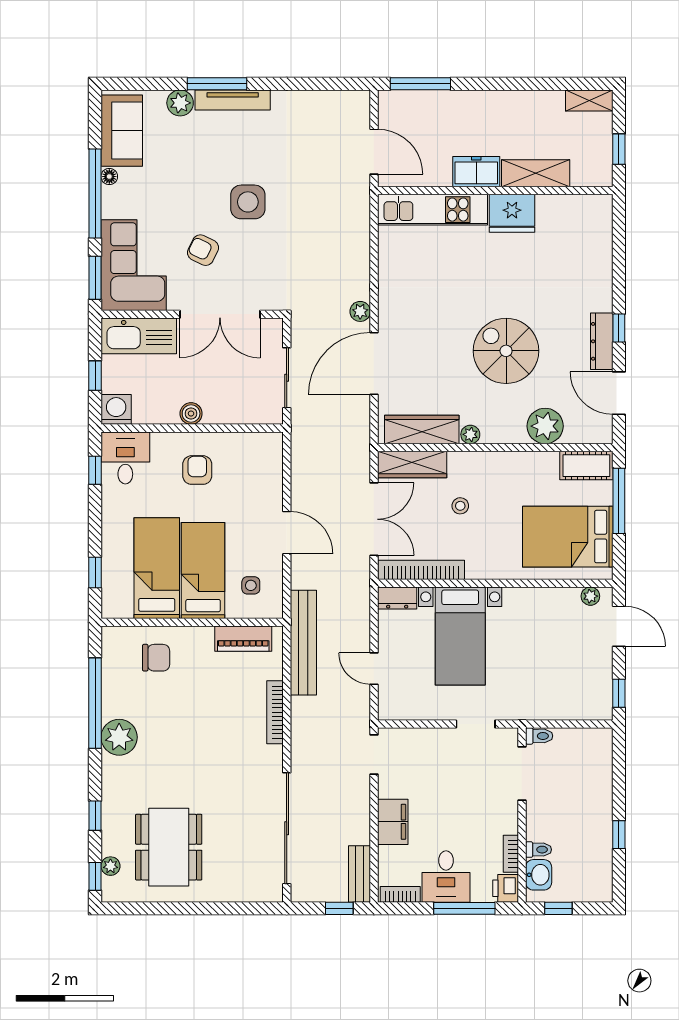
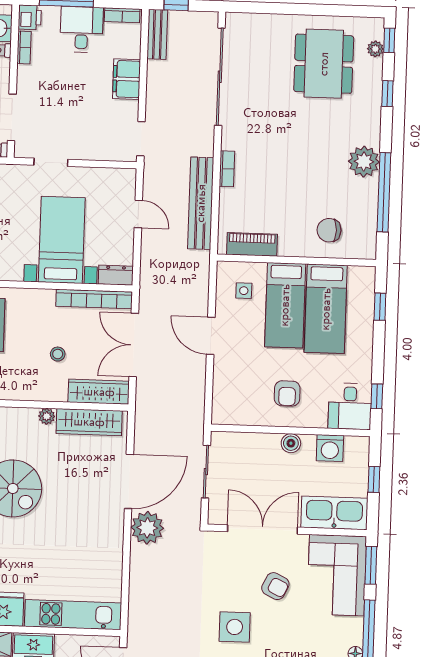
plant: (360, 311) -> (147, 528), width x1.87, depth x1.87
washing machine: (116, 409) -> (330, 448), moved
bench: (303, 643) -> (201, 203), moved
bookcase: (275, 712) -> (227, 169), width x0.64

